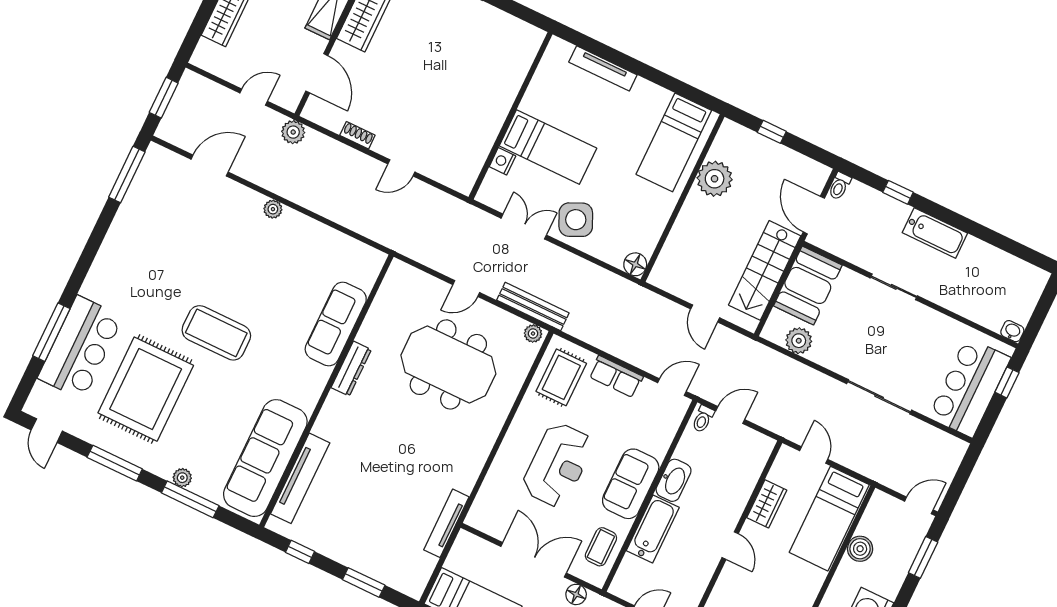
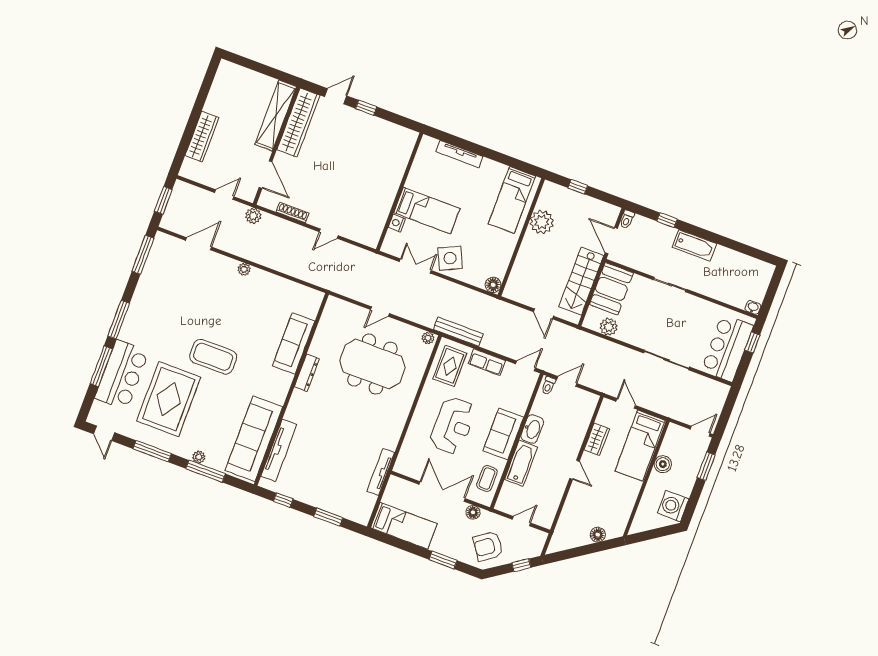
shoe rack: (357, 135) -> (293, 213), width x1.43
window: (83, 266) -> (119, 320), added
bench: (533, 307) -> (458, 332), moved

